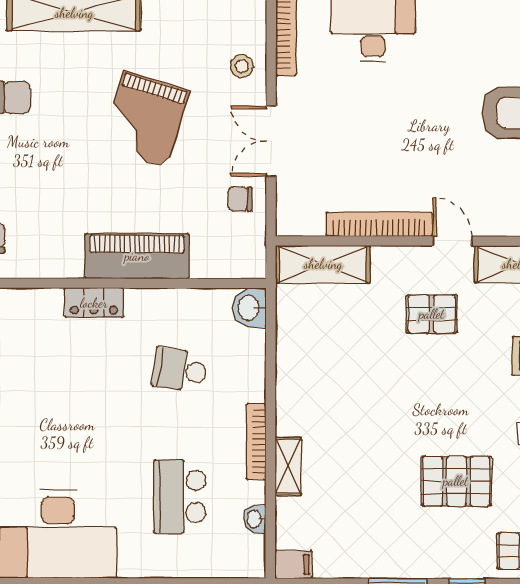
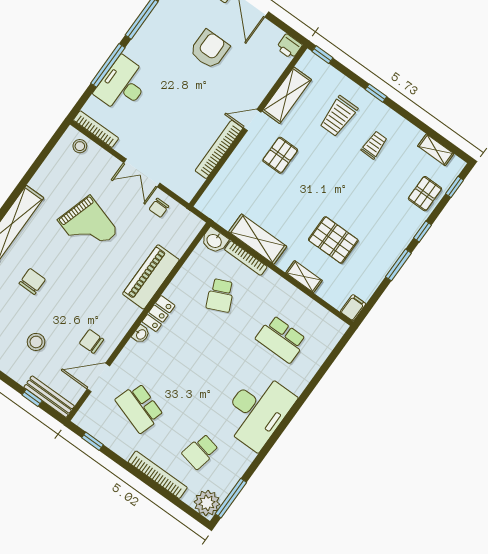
stool: (242, 66) -> (80, 146), moved
shelving: (323, 264) -> (258, 239), moved, turned 90
school desk: (180, 370) -> (220, 295), turned -33
bookcase: (256, 442) -> (246, 258), moved
pallet: (456, 481) -> (333, 240), moved, turned 90
washbasin: (255, 519) -> (141, 334), moved, turned -90

